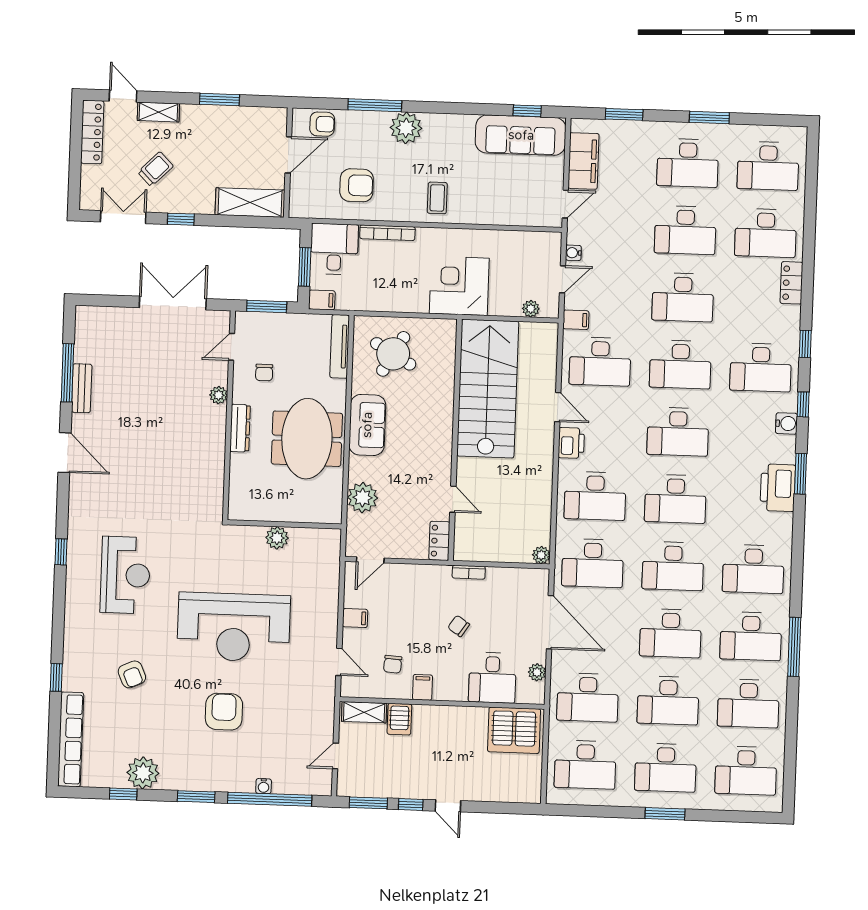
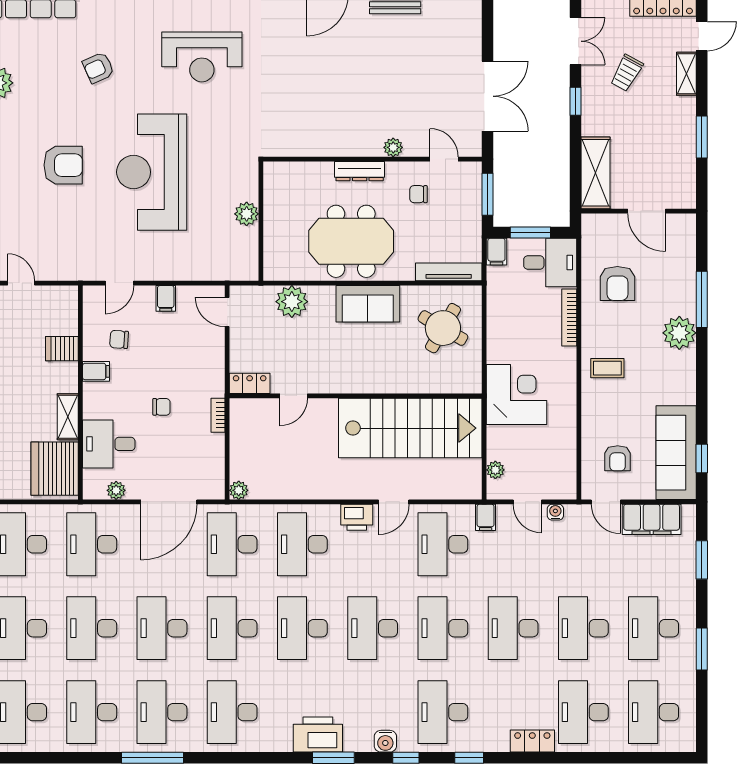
armchair: (322, 124) -> (618, 458), moved
trolley: (155, 169) -> (627, 73), turned 74
chair: (459, 626) -> (161, 407), turned 56
shelving: (364, 712) -> (68, 417), moved

